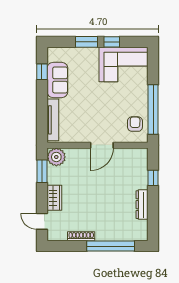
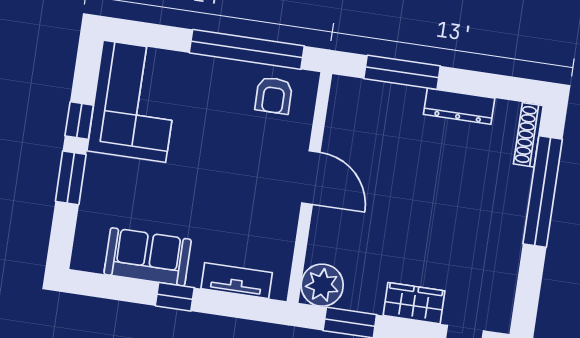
window: (42, 72) -> (175, 297), moved
tv unit: (53, 120) -> (237, 281), width x0.71
armchair: (135, 124) -> (274, 95), turned -91
window: (153, 178) -> (402, 72), width x2.17
shoe rack: (81, 236) -> (528, 135), moved

